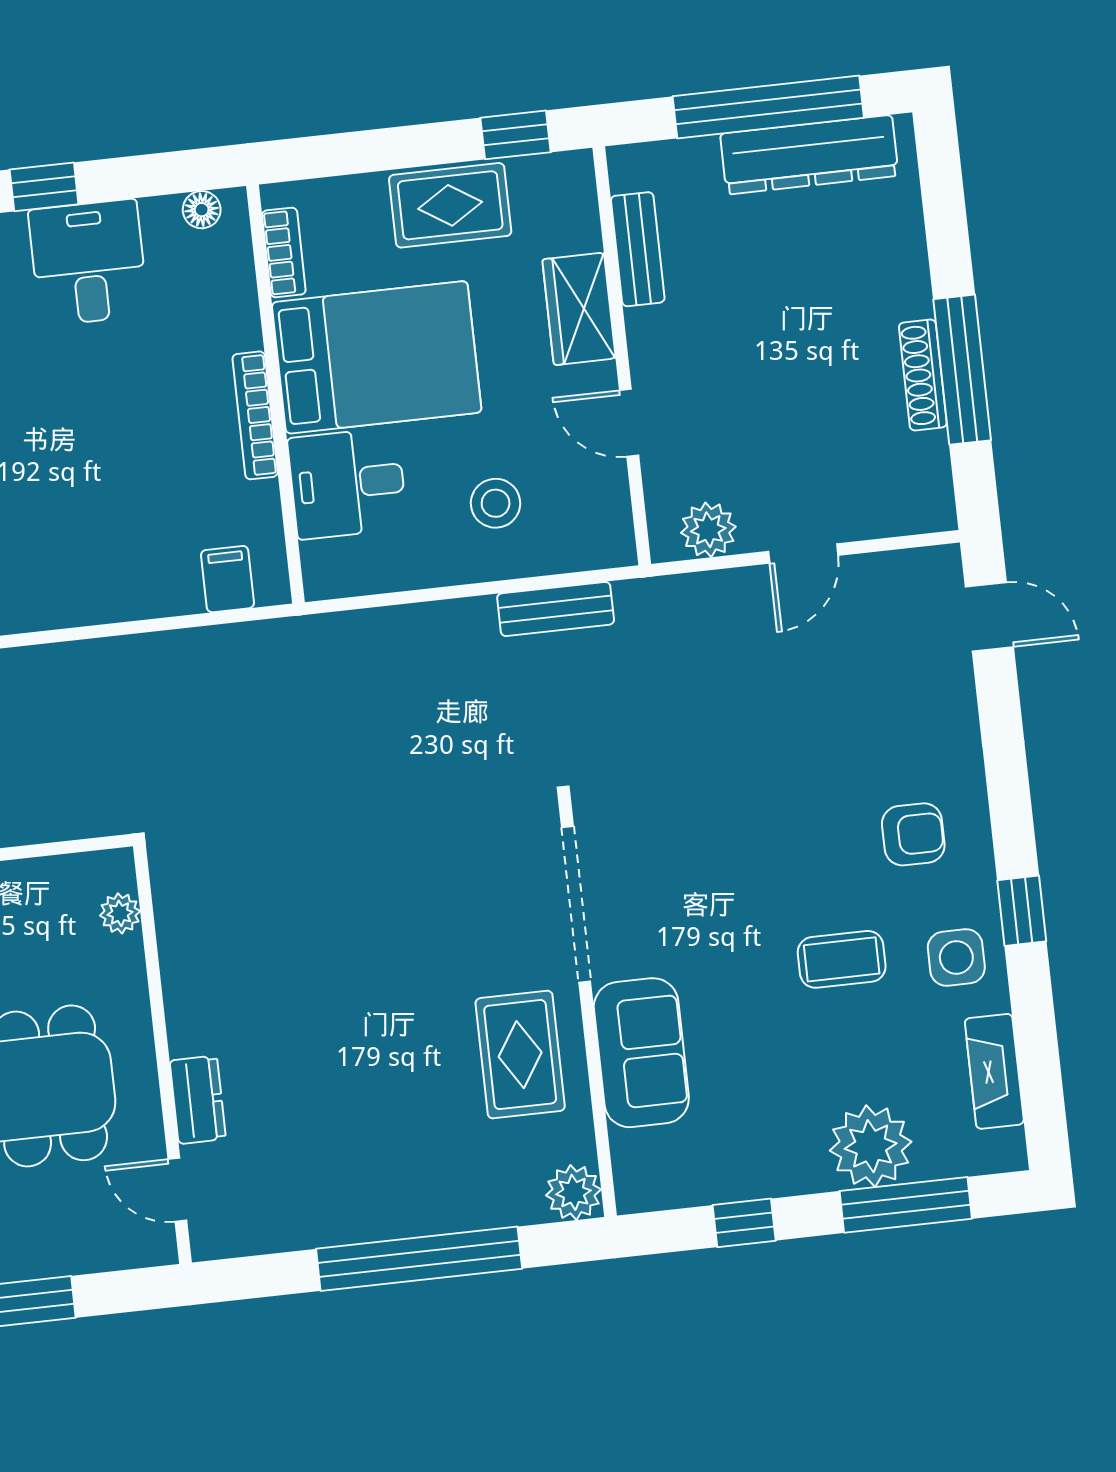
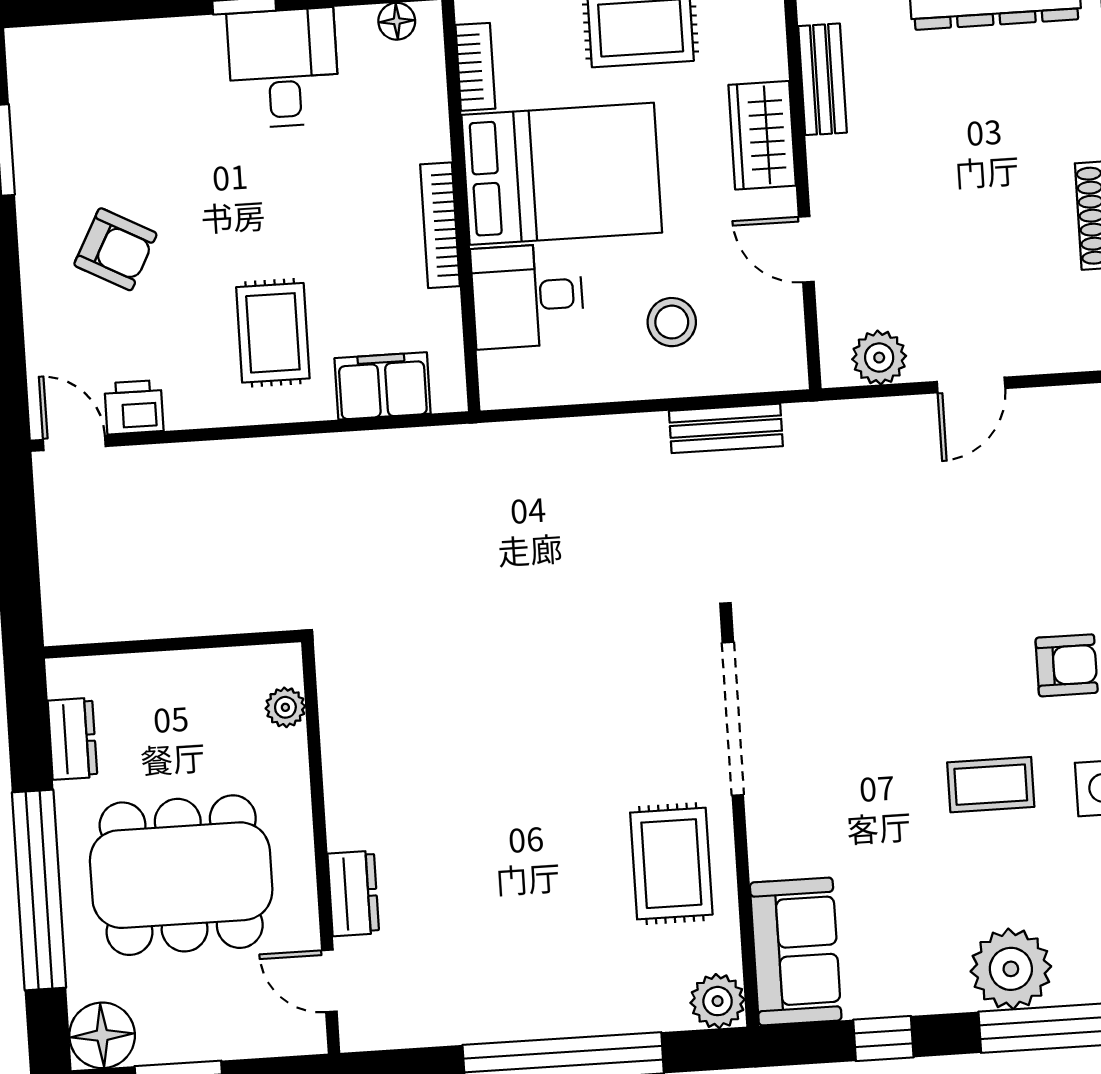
rug: (90, 533) -> (273, 333), added
filing cabinet: (228, 579) -> (383, 386), width x2.00
sofa: (641, 1053) -> (796, 952), moved

